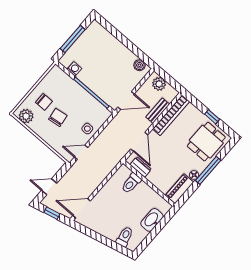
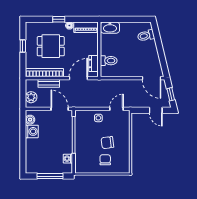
washing machine: (127, 58) -> (32, 131), added
plant: (26, 116) -> (124, 163), removed
dining table: (206, 142) -> (51, 46), moved
door: (81, 152) -> (117, 109), swing flipped
window: (208, 170) -> (59, 19), width x0.46
washbasin: (152, 220) -> (110, 28), moved

